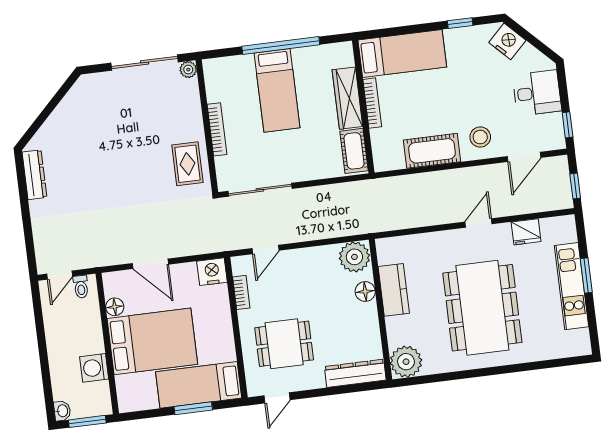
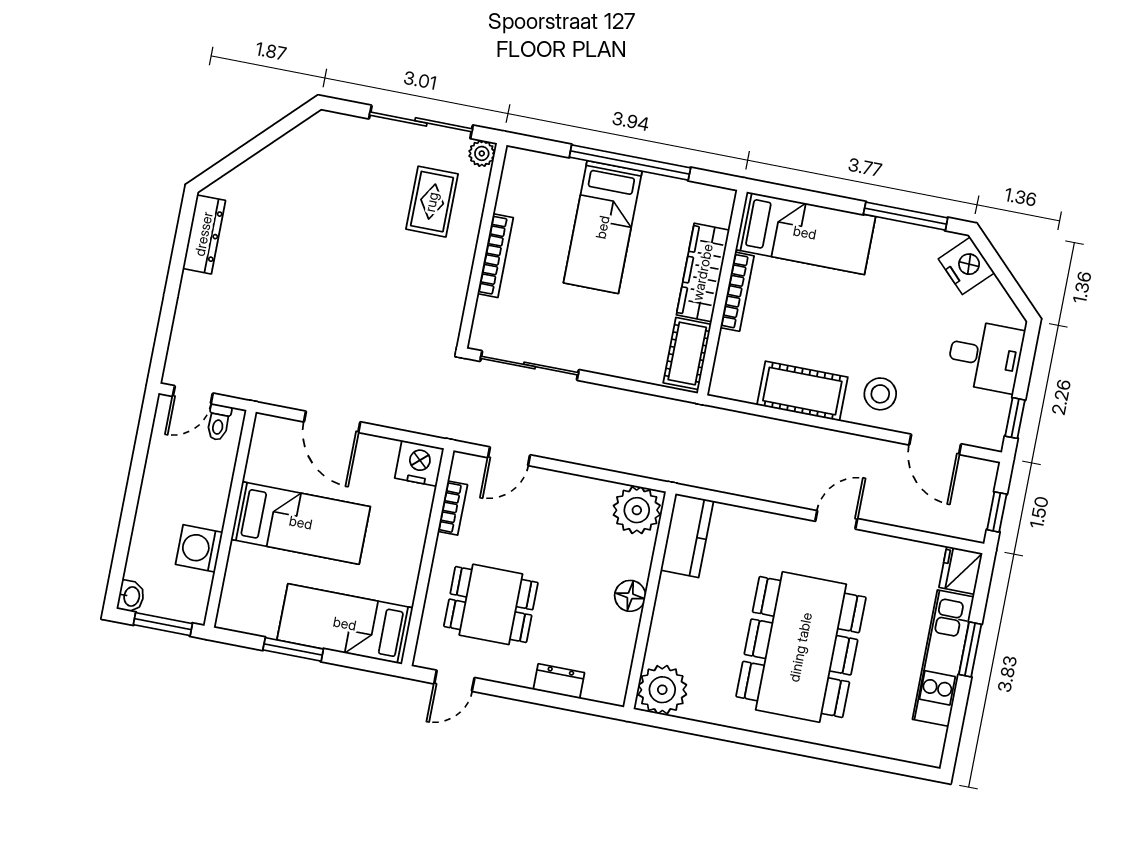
window: (460, 23) -> (906, 216), width x2.17
door: (524, 157) -> (935, 444), hinge flipped
rug: (187, 164) -> (432, 202), moved
fridge: (526, 232) -> (961, 570), moved, turned 90
kitchen counter: (394, 290) -> (687, 536), moved
floor lamp: (365, 292) -> (630, 596), moved
floor lamp: (115, 307) -> (259, 468), removed
bed: (152, 341) -> (301, 523), width x0.67
dresser: (355, 373) -> (559, 681), width x0.51, depth x0.80
window: (193, 408) -> (293, 649), moved

